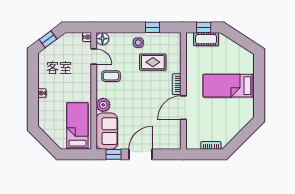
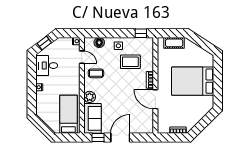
window: (152, 27) -> (141, 33), moved
window: (204, 27) -> (172, 33), removed
floor lamp: (102, 39) -> (99, 43), moved
desk: (51, 67) -> (47, 66), added
bed: (229, 86) -> (193, 81), width x1.50
door: (183, 108) -> (155, 99), hinge flipped

